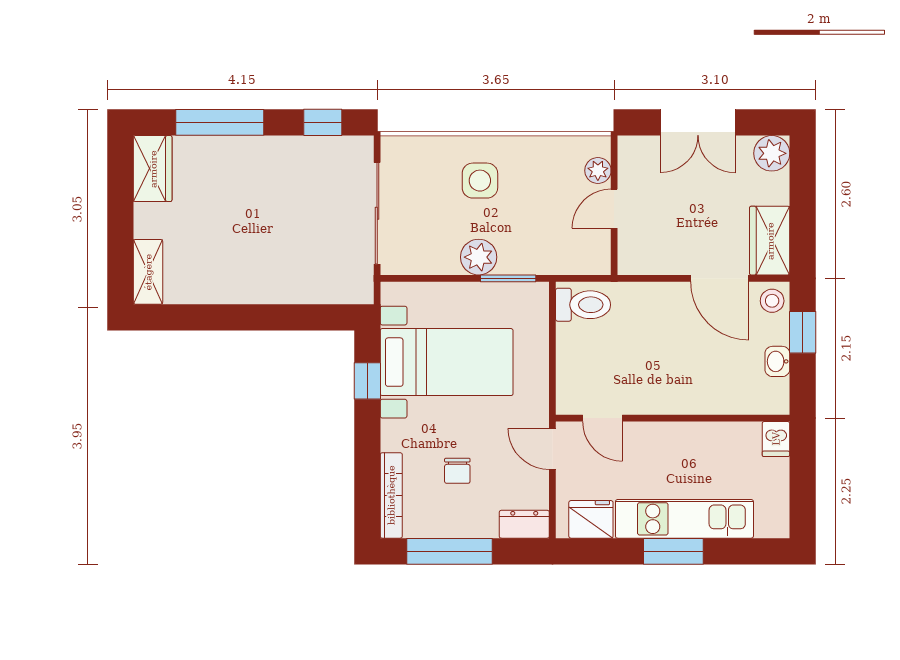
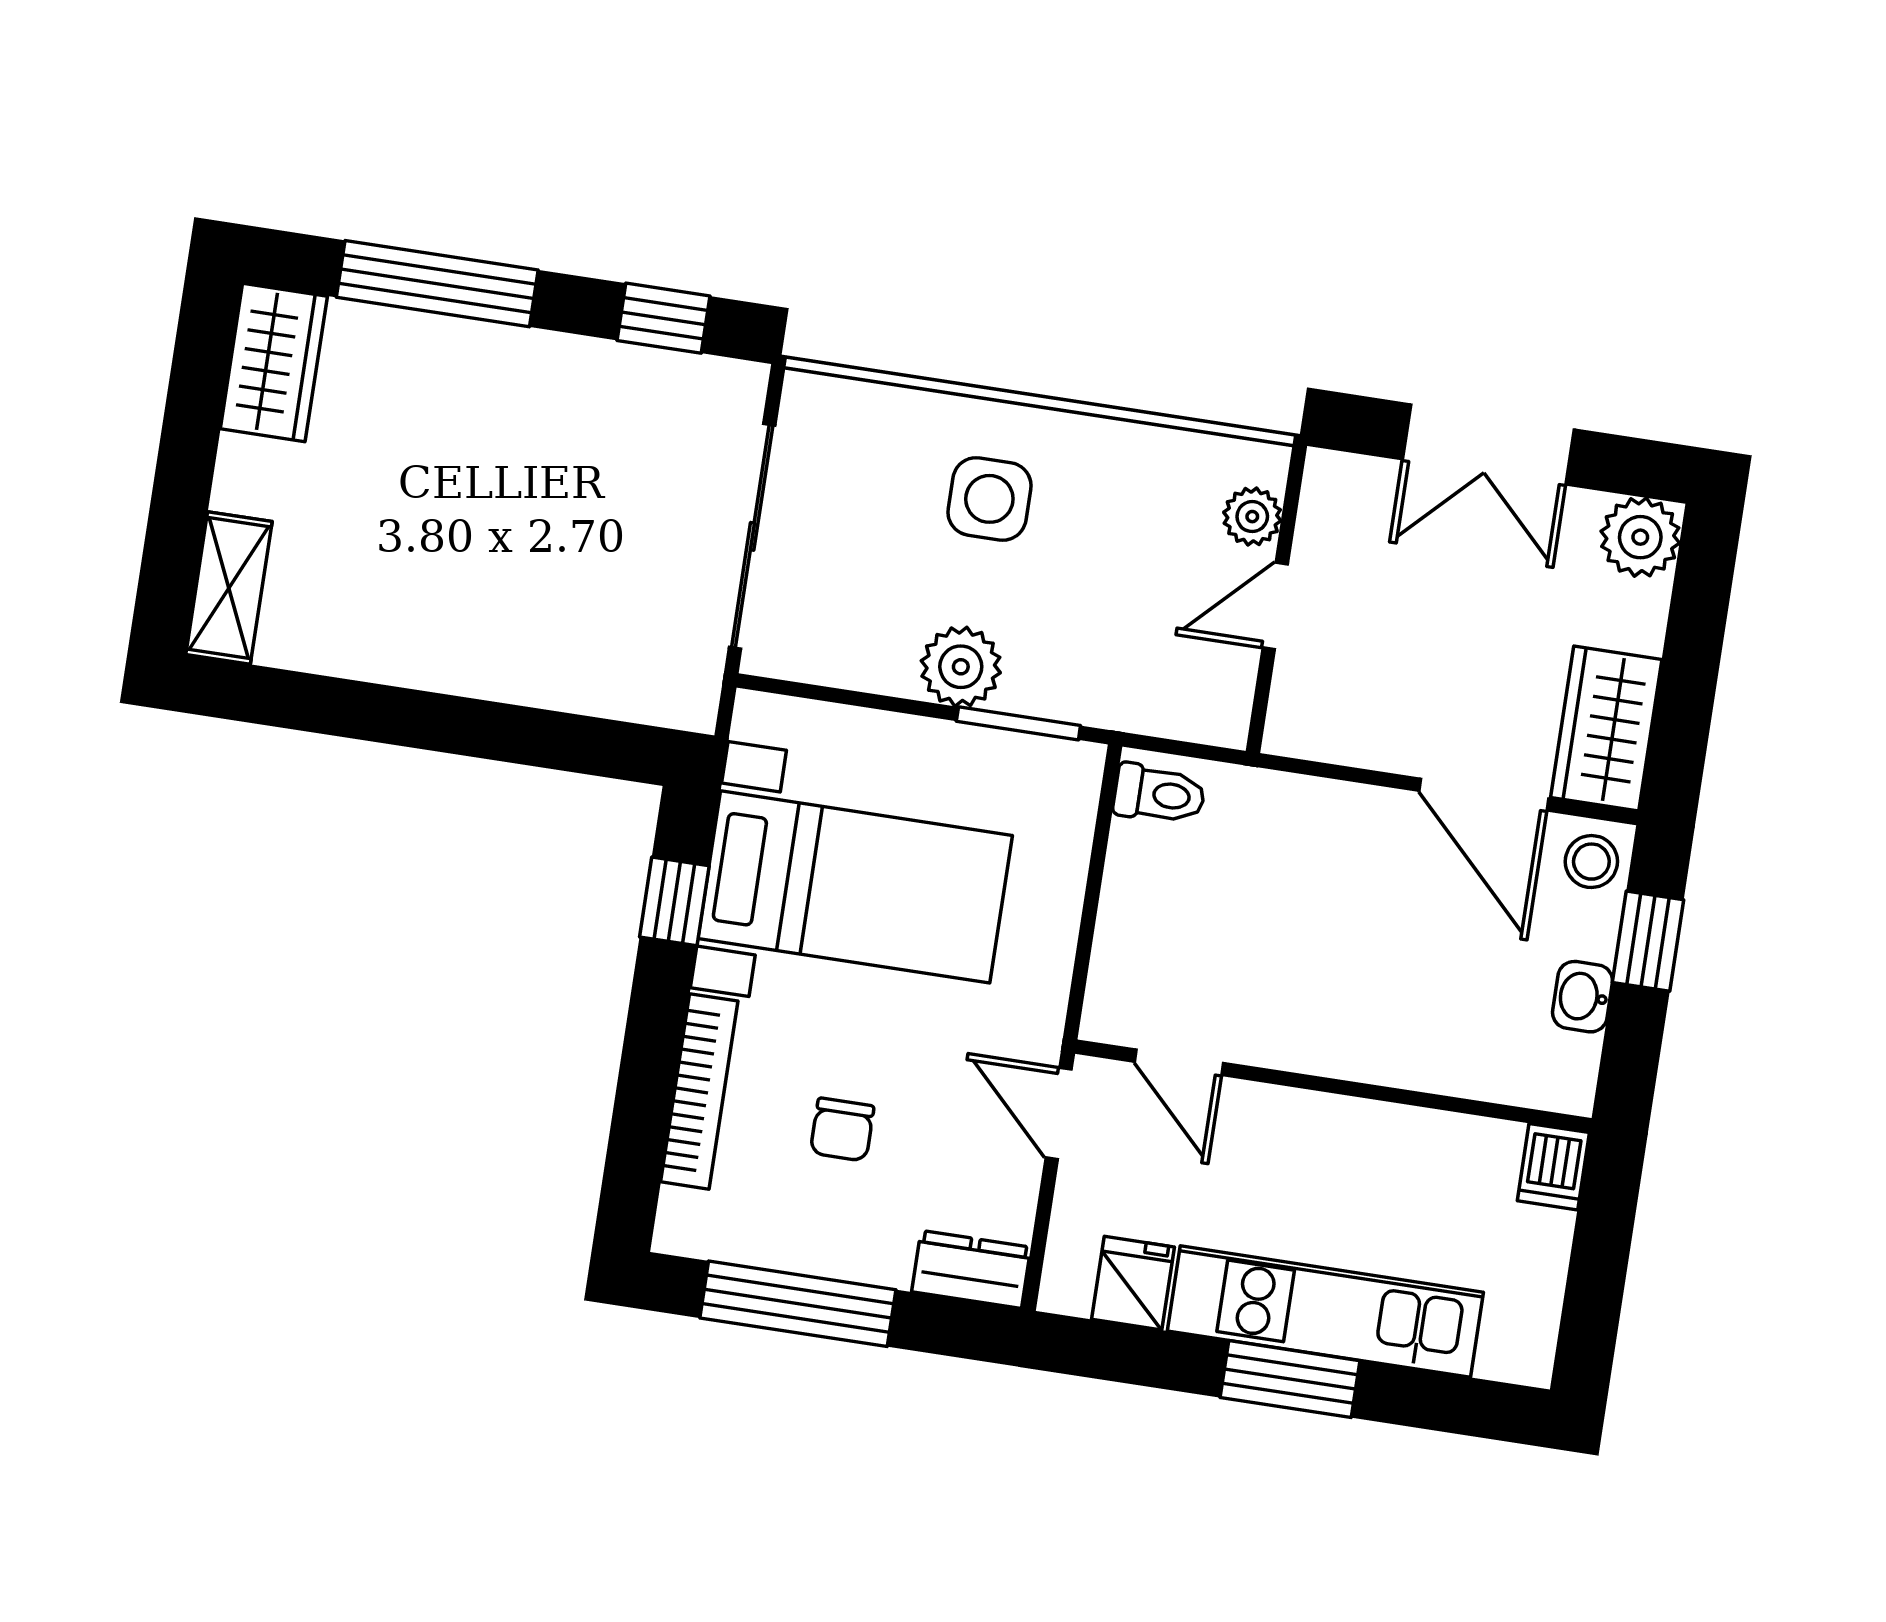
toilet: (583, 305) -> (1159, 794), width x0.73, depth x0.72
bookcase: (391, 495) -> (699, 1091), moved
fridge: (591, 519) -> (1133, 1283), width x0.72

